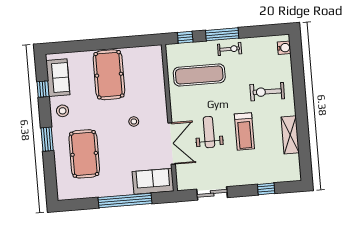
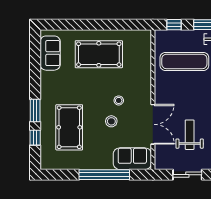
pool table: (109, 75) -> (99, 54), turned 90
window: (43, 89) -> (35, 138), moved
stool: (63, 111) -> (111, 121), moved
weight bench: (209, 132) -> (190, 135), moved

